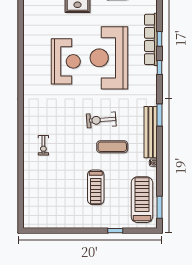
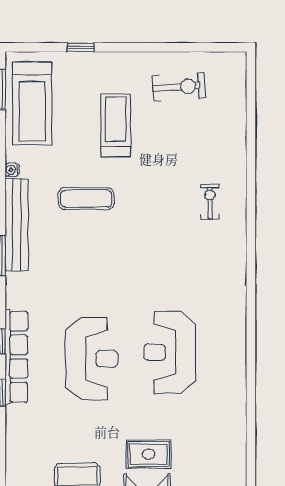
row of seats: (151, 39) -> (16, 357), moved
reception desk: (109, 58) -> (92, 359), width x0.74, depth x0.77
exercise bike: (101, 120) -> (179, 87), moved

